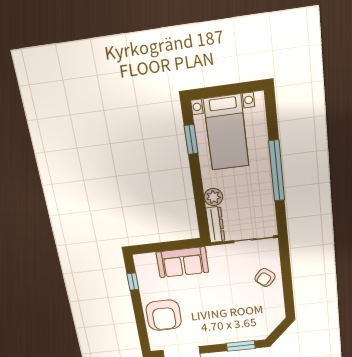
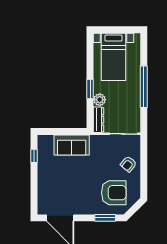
window: (191, 139) -> (90, 89), moved
armchair: (164, 315) -> (114, 193), moved, turned -90

